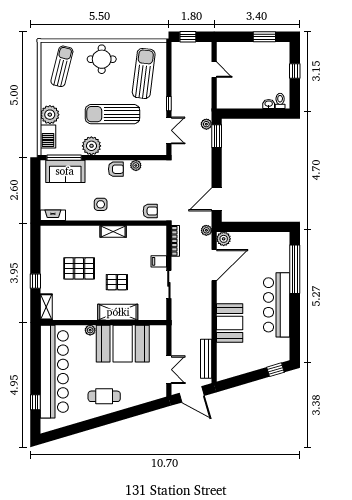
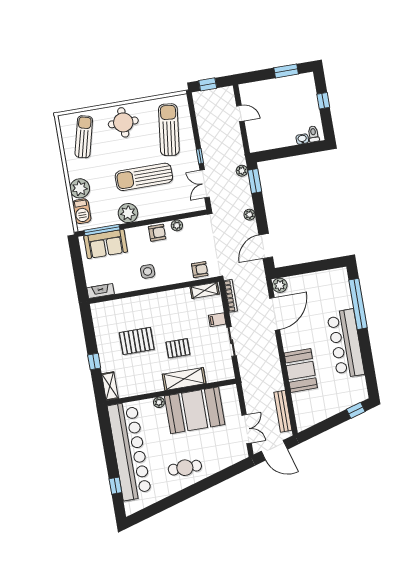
double door: (169, 130) -> (205, 184), swing flipped
plant: (206, 230) -> (249, 215), moved
shelving: (113, 231) -> (205, 290), moved

